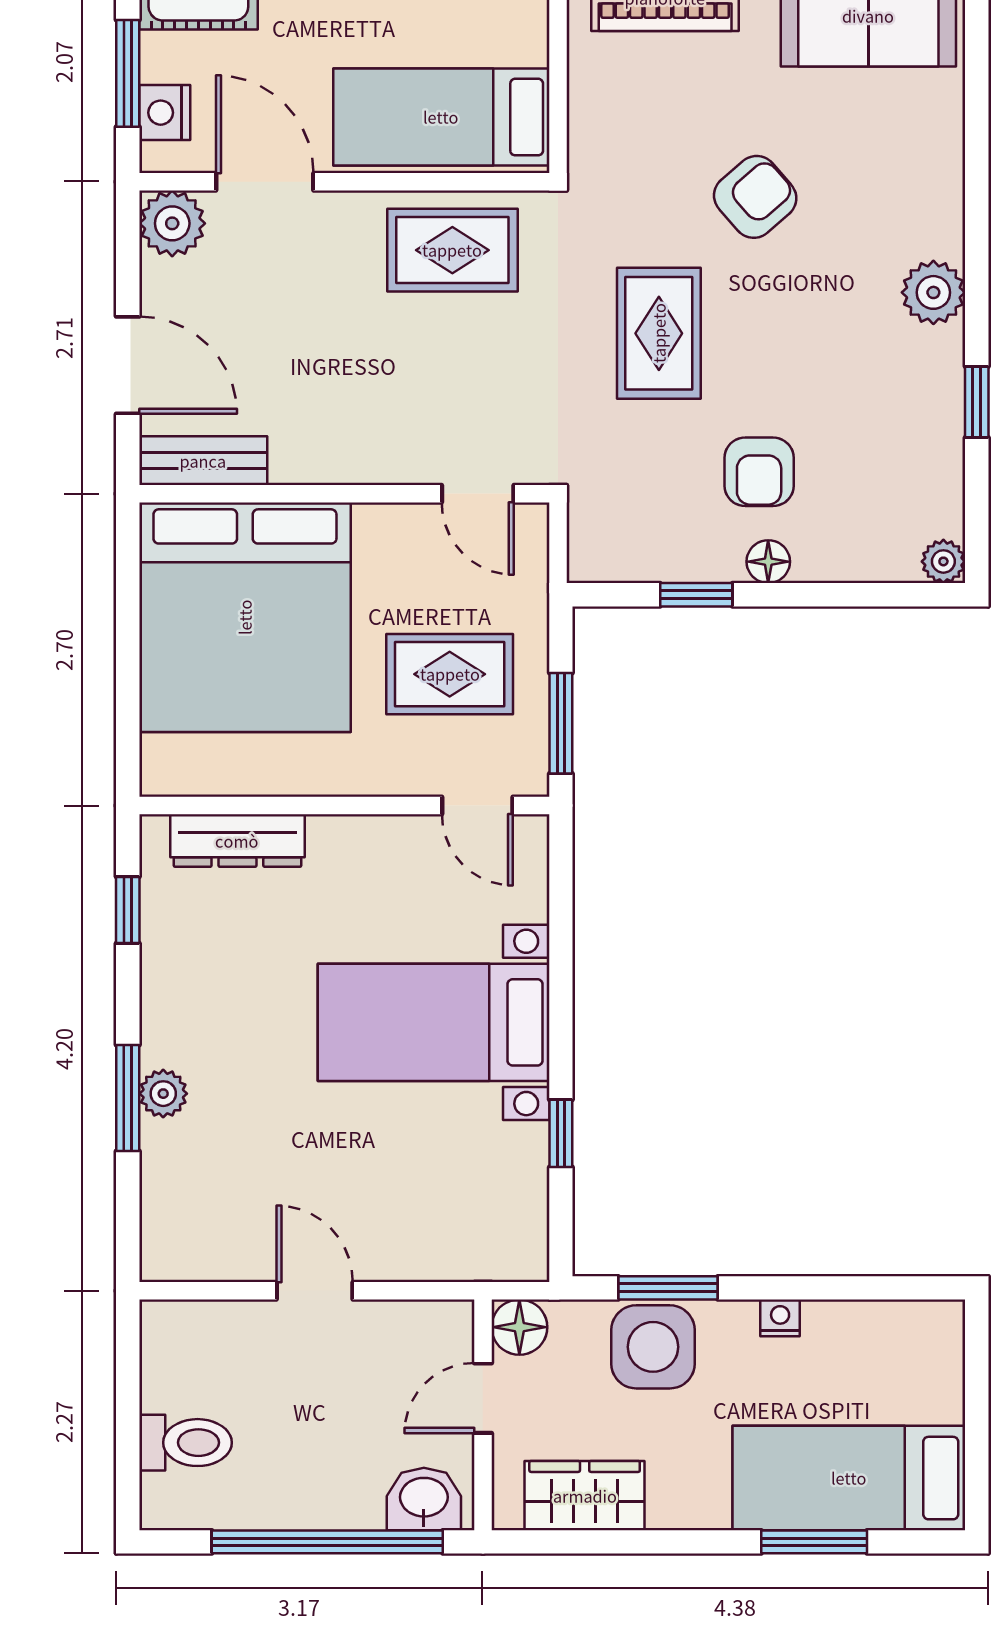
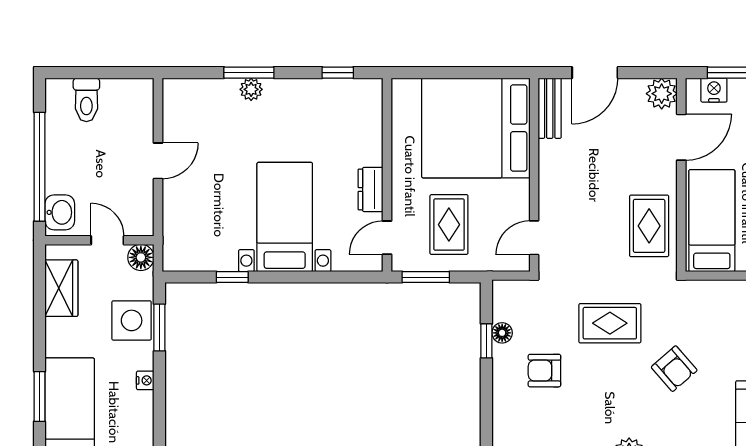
floor lamp: (768, 562) -> (502, 333), moved
dresser: (237, 841) -> (370, 189), moved, width x0.70

